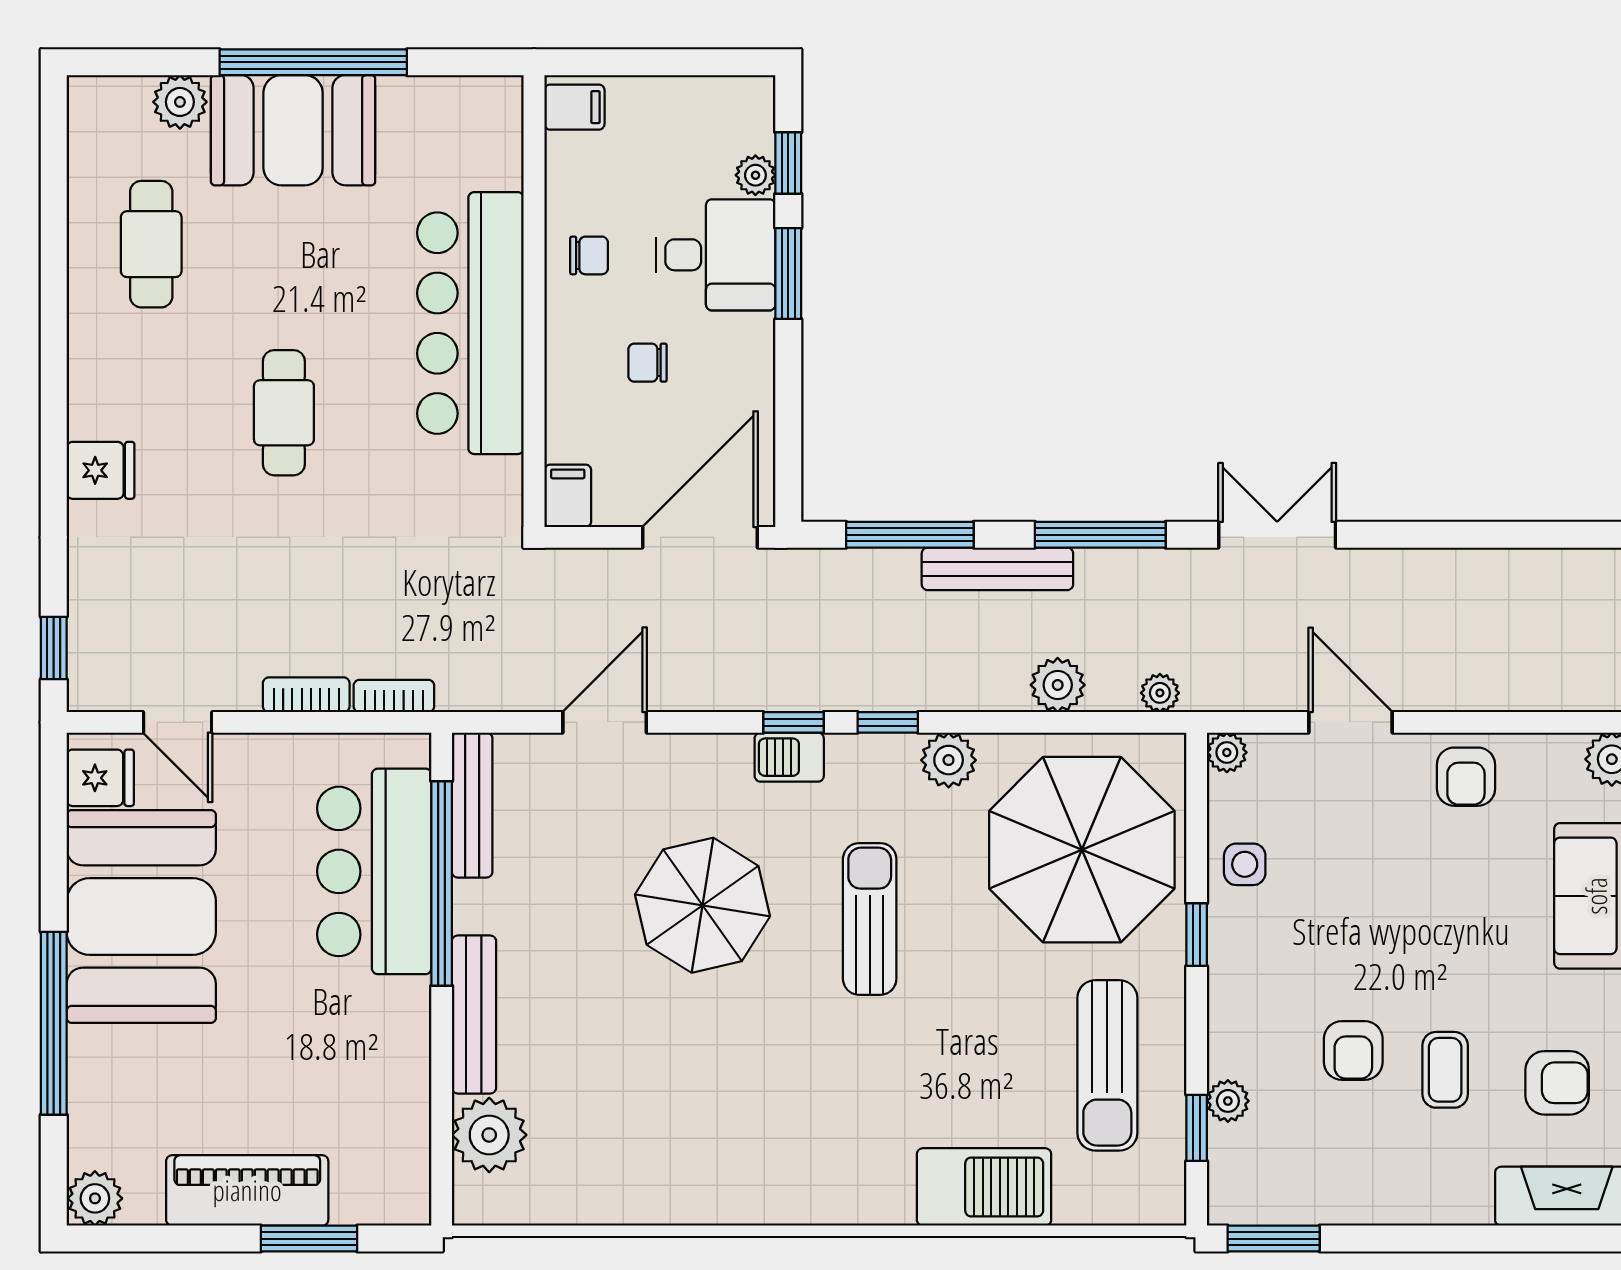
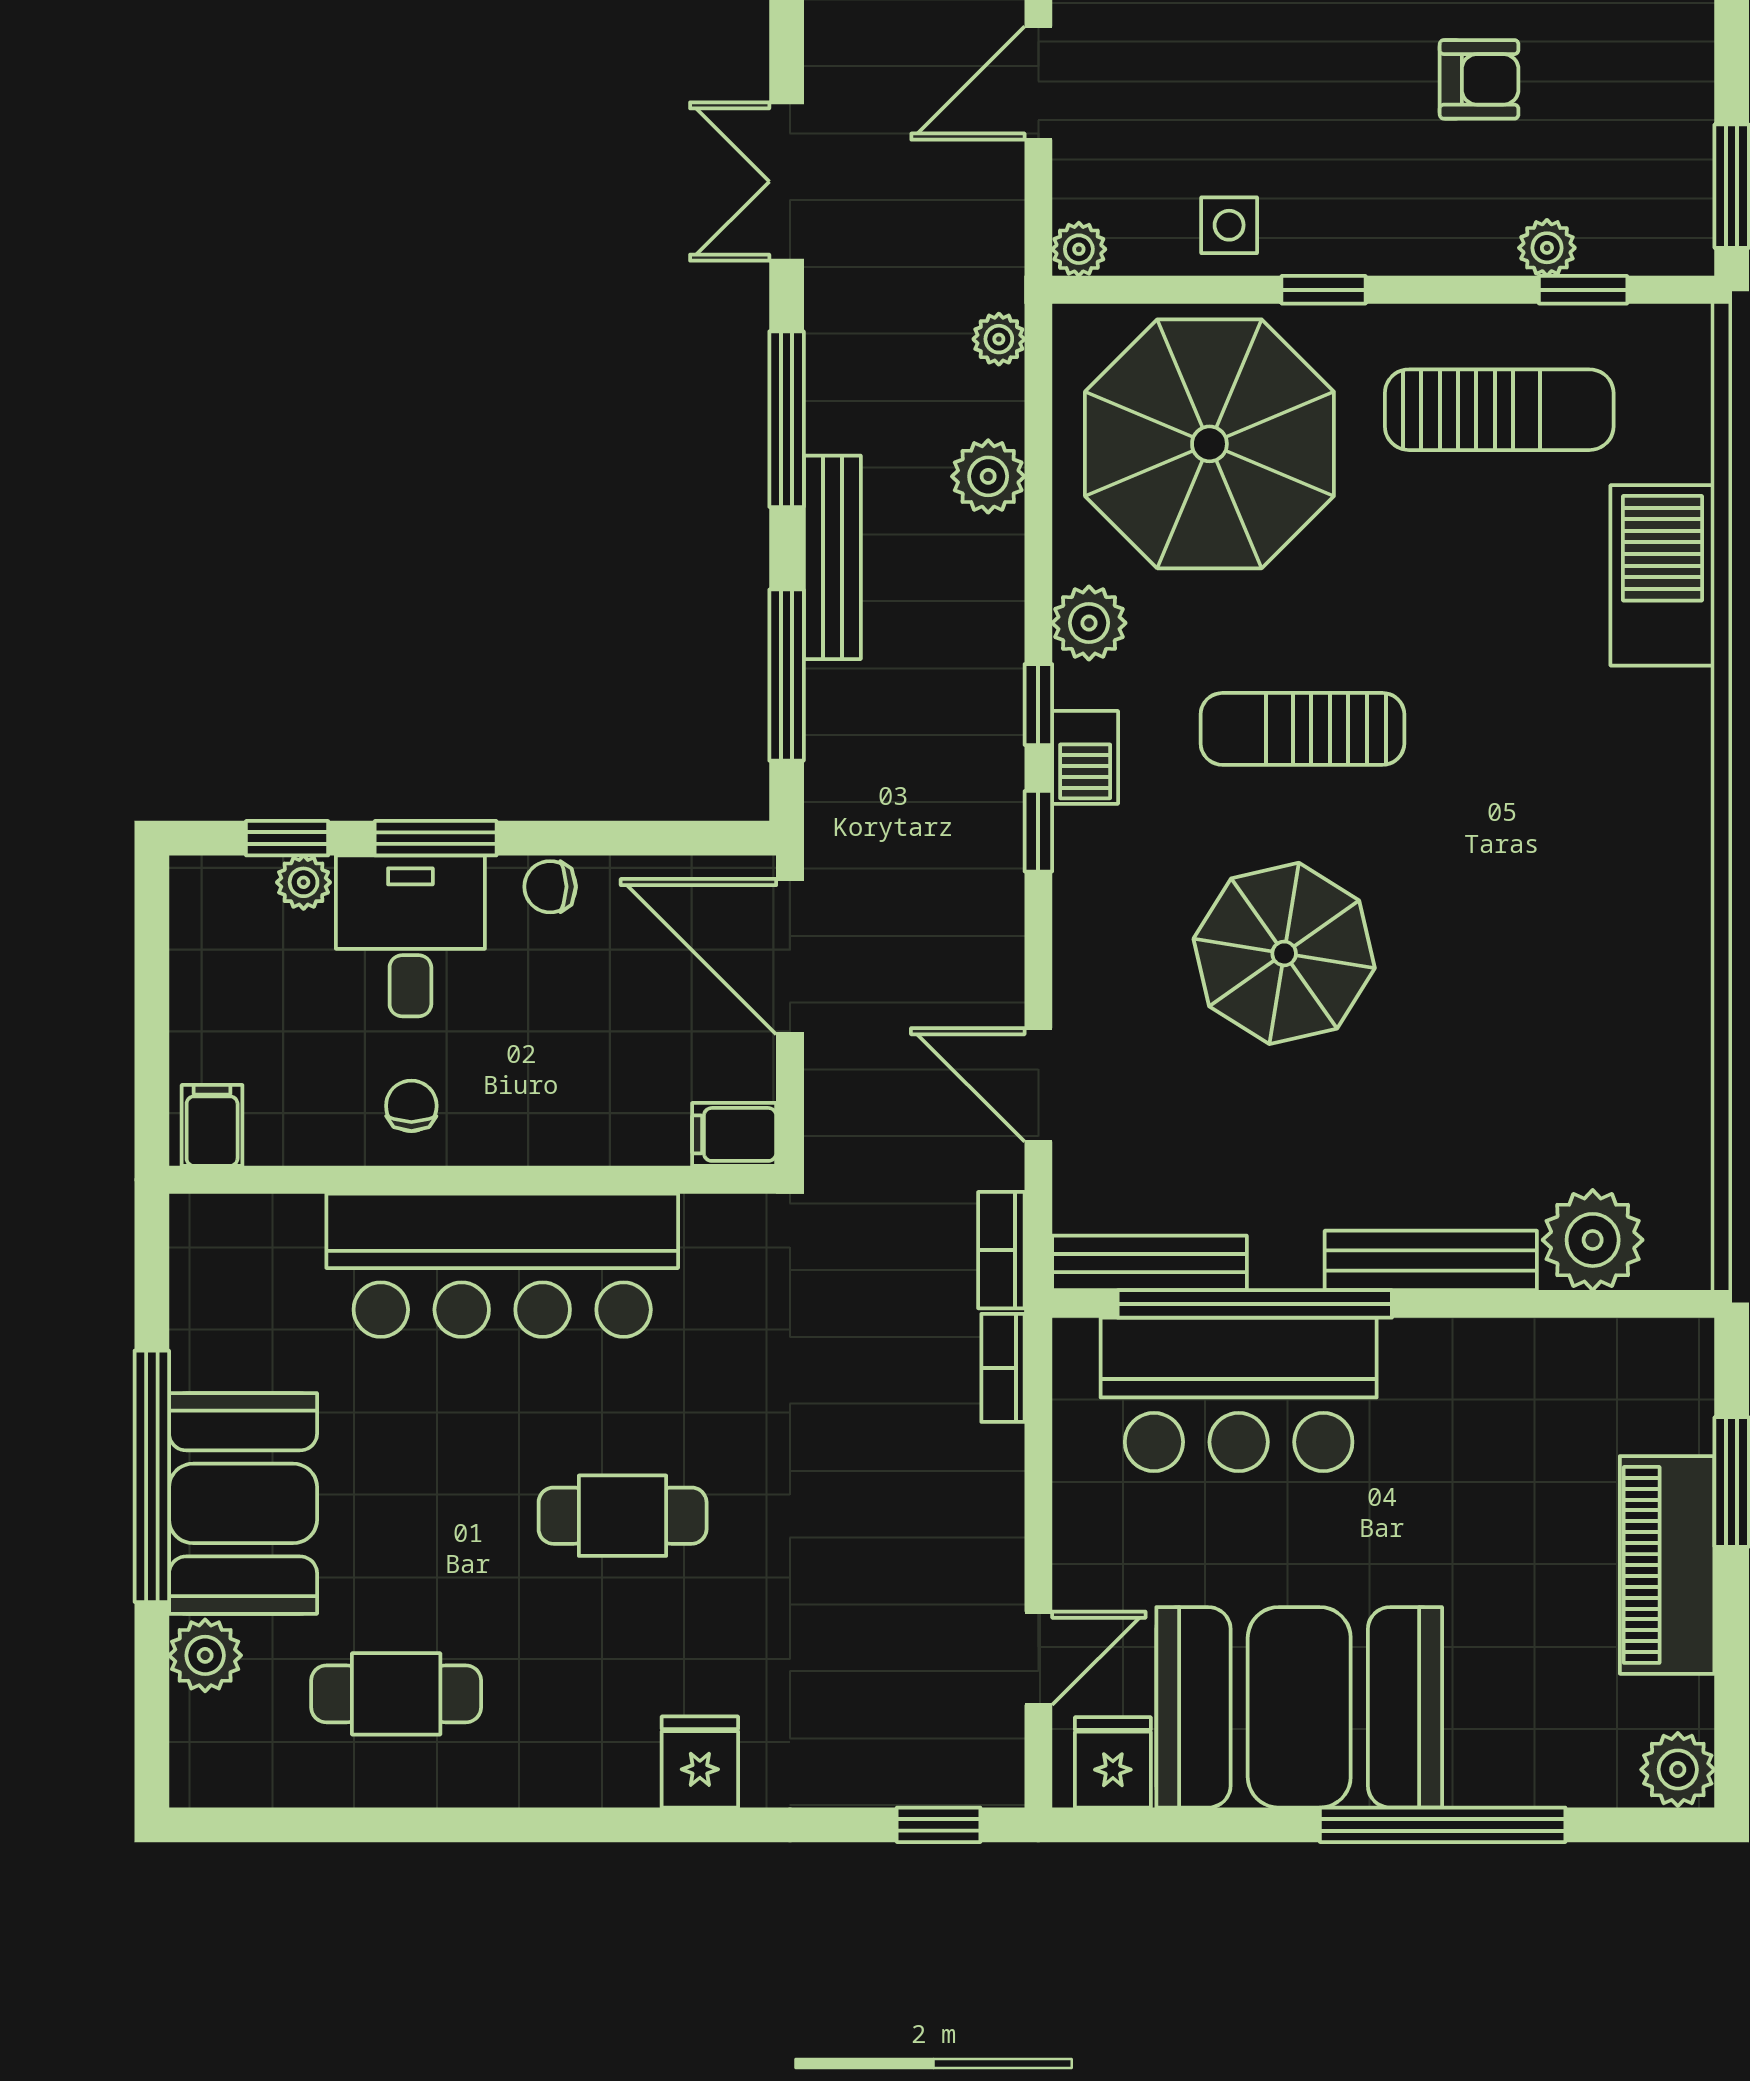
chair: (648, 363) -> (550, 887), moved, turned 90
bookcase: (306, 695) -> (1001, 1250), moved
barbecue: (789, 757) -> (1085, 757), moved

